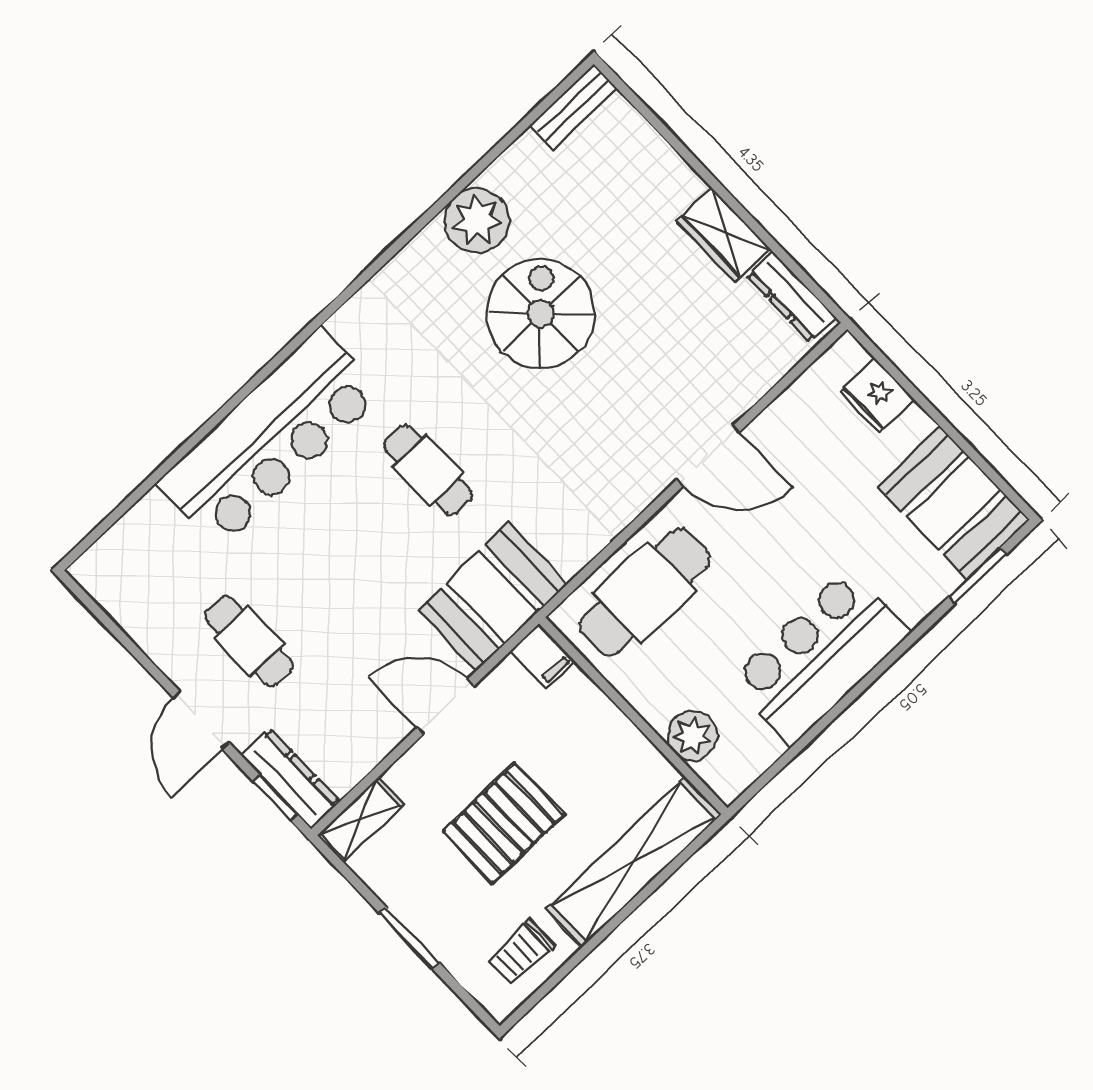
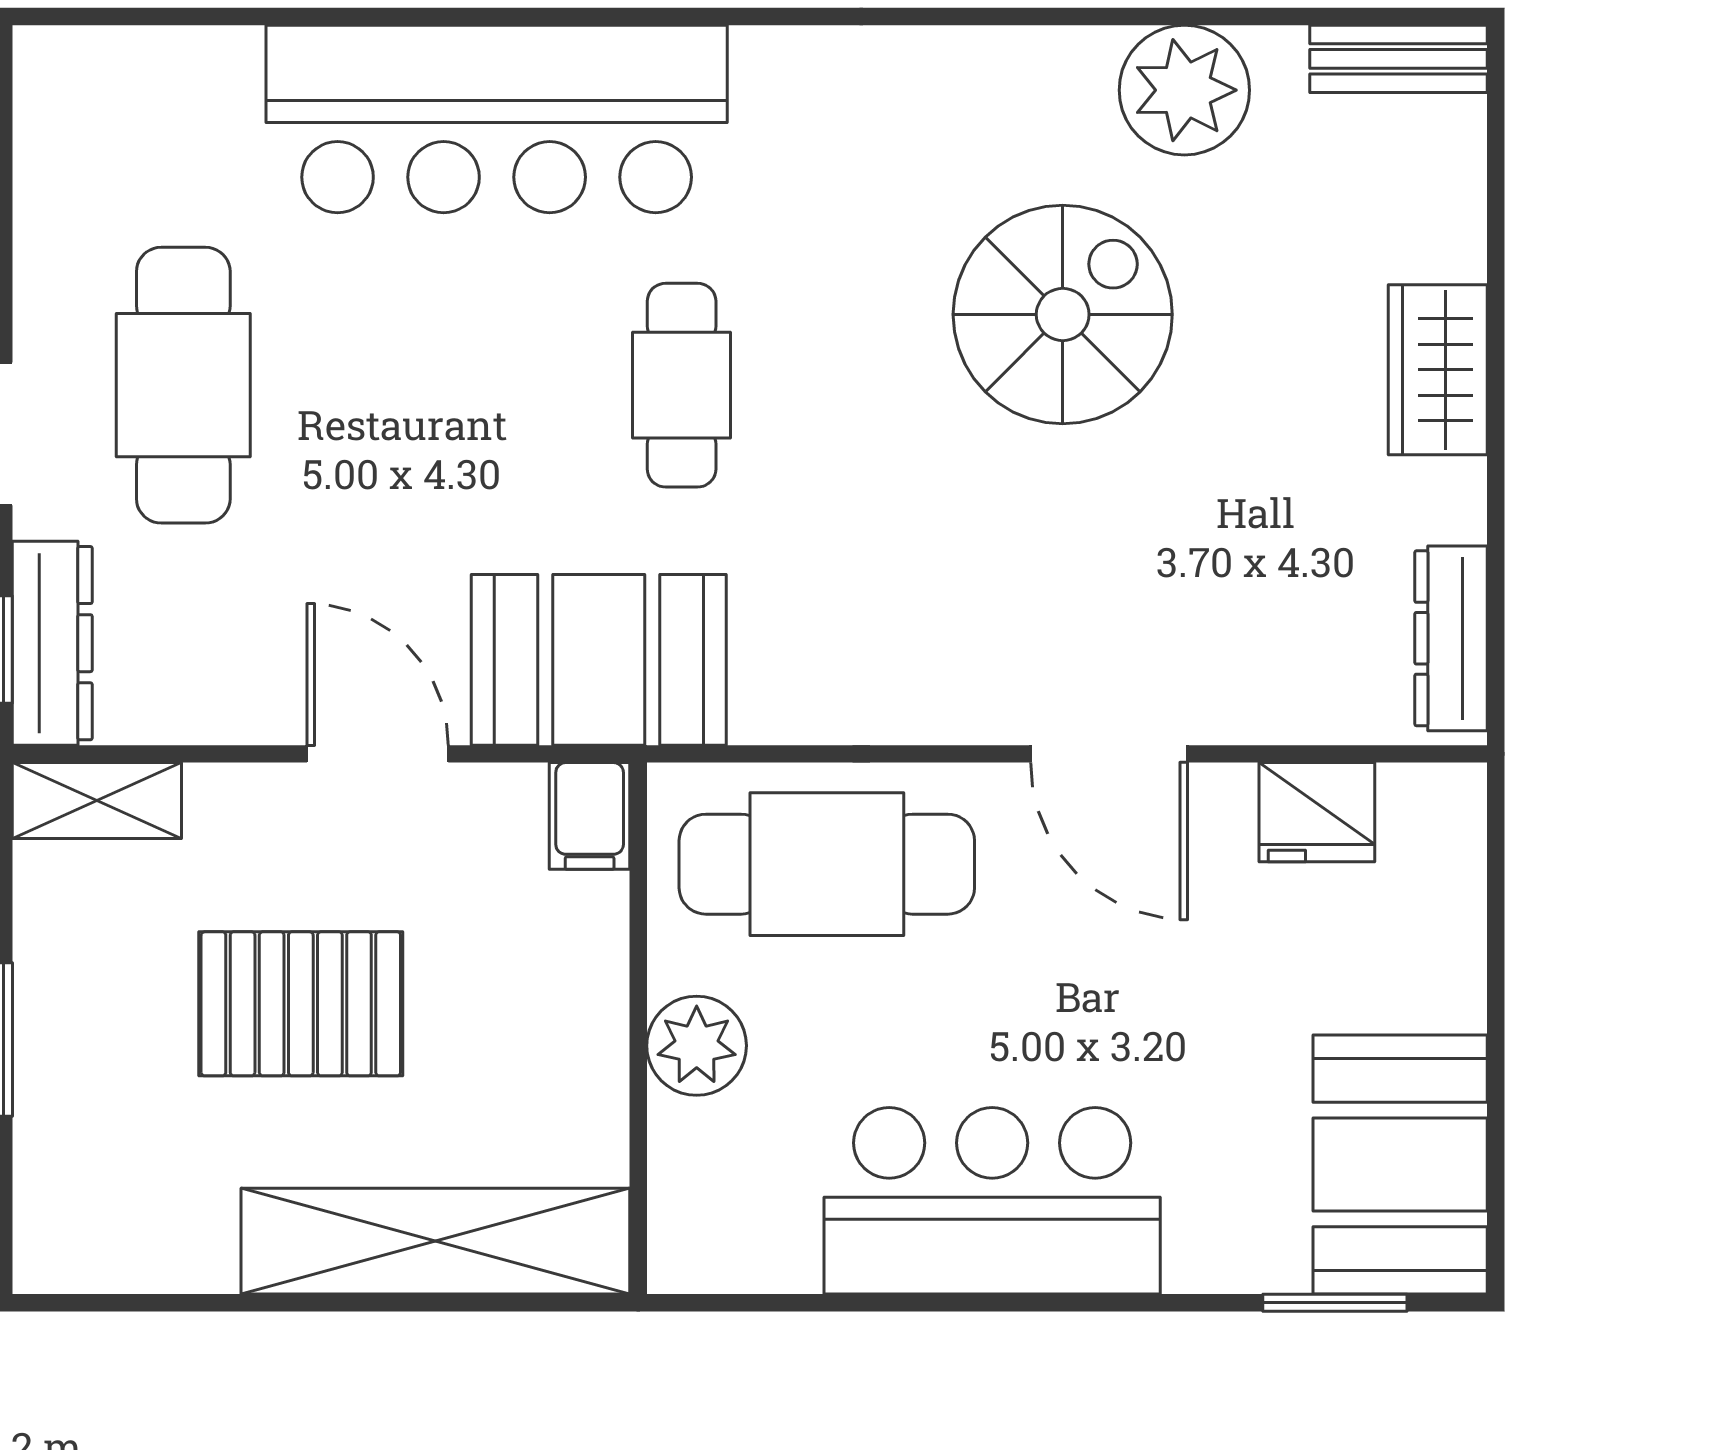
plant: (477, 220) -> (1184, 90), moved
wardrobe: (723, 235) -> (1438, 370), moved
fridge: (877, 396) -> (1317, 812), moved, turned -90
cafe table: (249, 641) -> (183, 385), width x1.37, depth x1.35
plant: (692, 736) -> (697, 1046), moved
trolley: (521, 953) -> (146, 1216), removed

